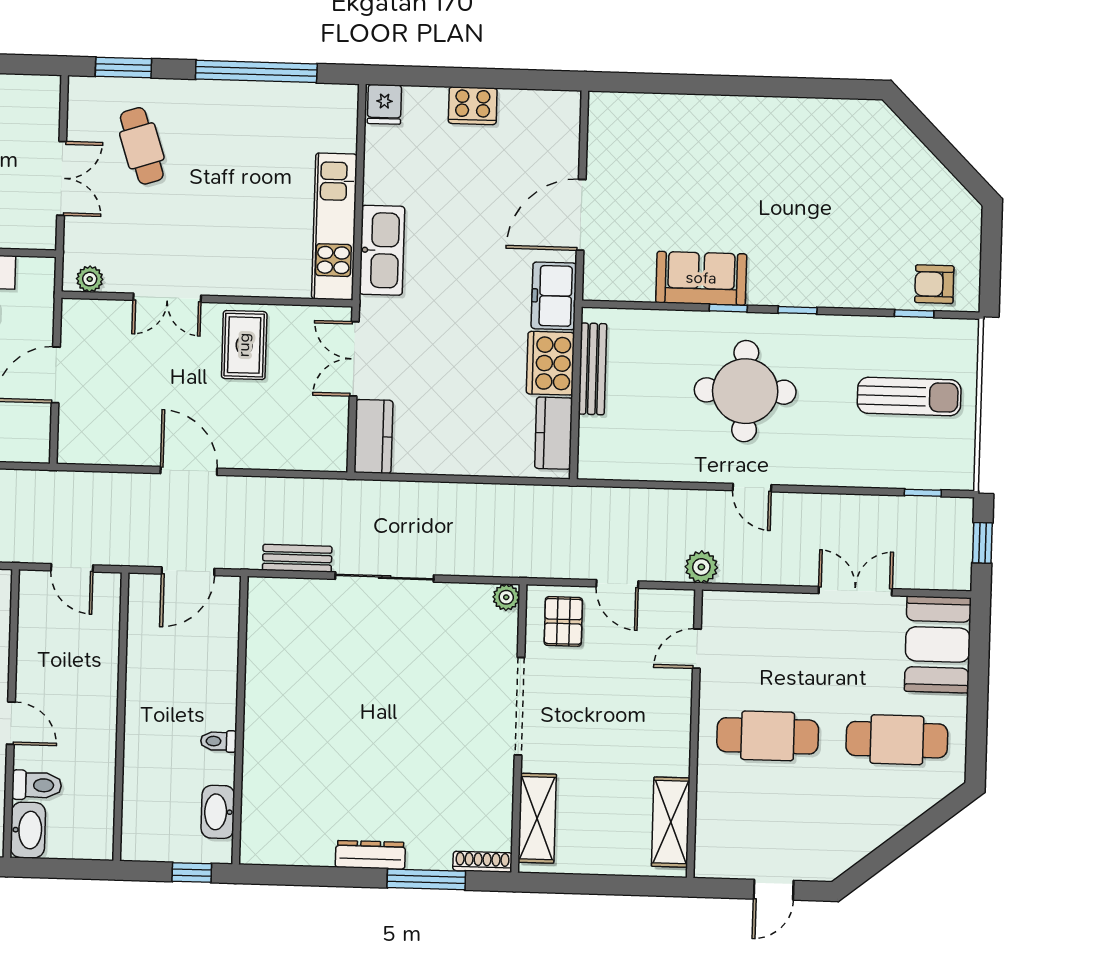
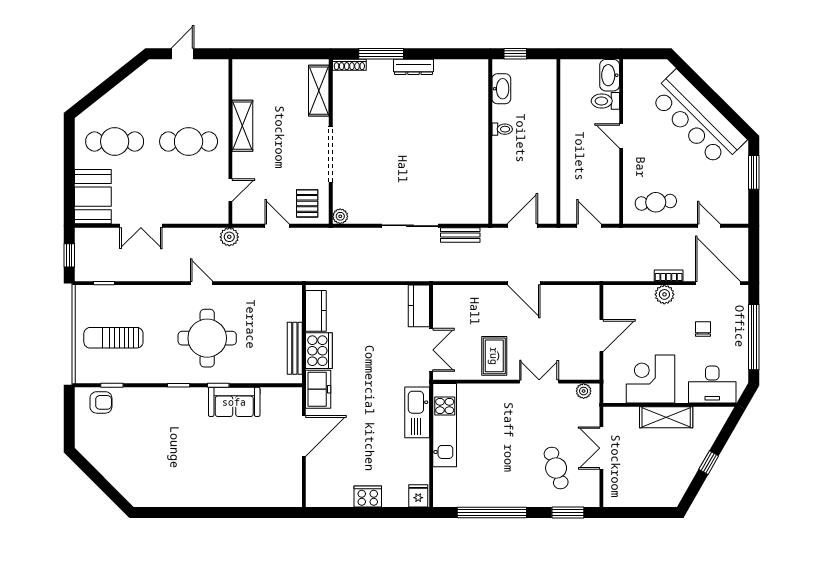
shelving: (671, 822) -> (242, 126), moved

